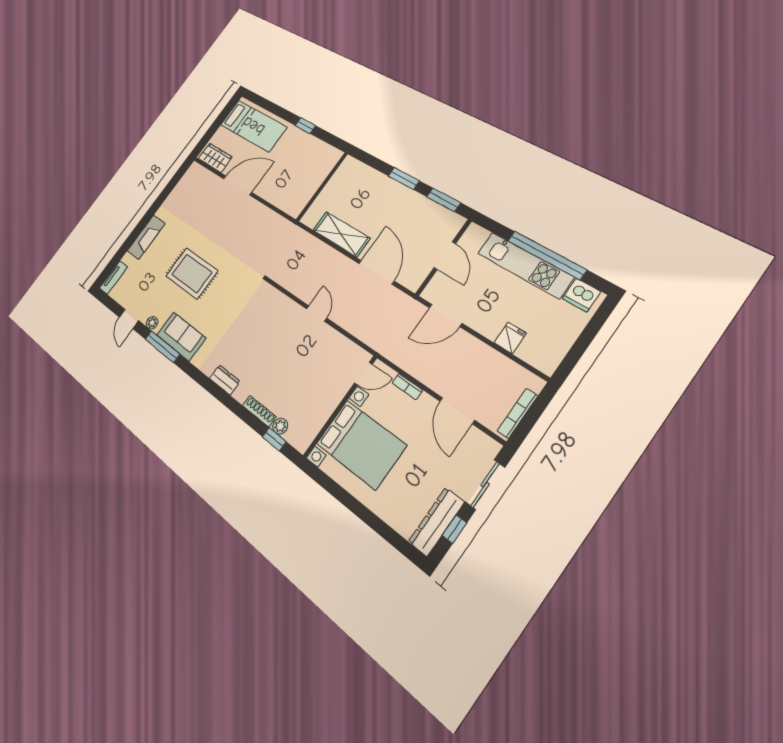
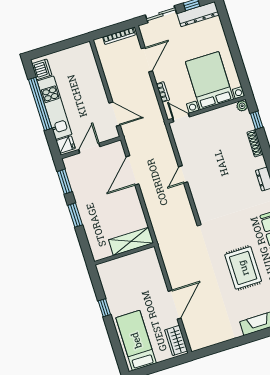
door: (238, 186) -> (175, 305), swing flipped
shelving: (341, 234) -> (131, 241), moved, turned 90
fridge: (510, 338) -> (66, 145), moved, turned 180
plant: (280, 426) -> (242, 106), moved

